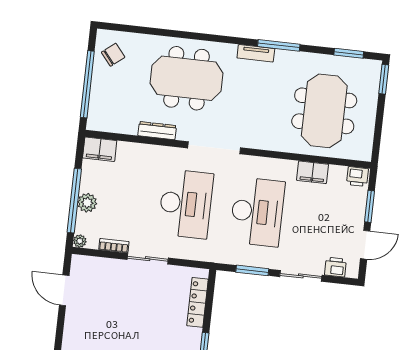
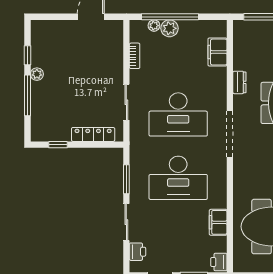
dresser: (157, 131) -> (239, 82), width x0.70
filing cabinet: (100, 149) -> (217, 52), moved
plant: (80, 241) -> (154, 26), moved
sliding door: (148, 259) -> (126, 102), moved

